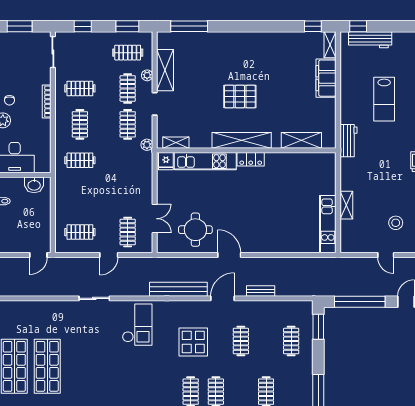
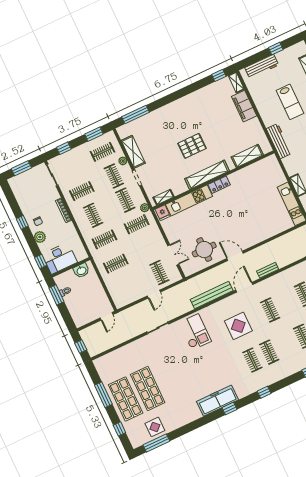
window: (358, 26) -> (276, 49), moved
workbench: (348, 141) -> (279, 141), width x1.38
clothes rail: (128, 160) -> (137, 224), added
clothes rail: (80, 232) -> (116, 264), moved

